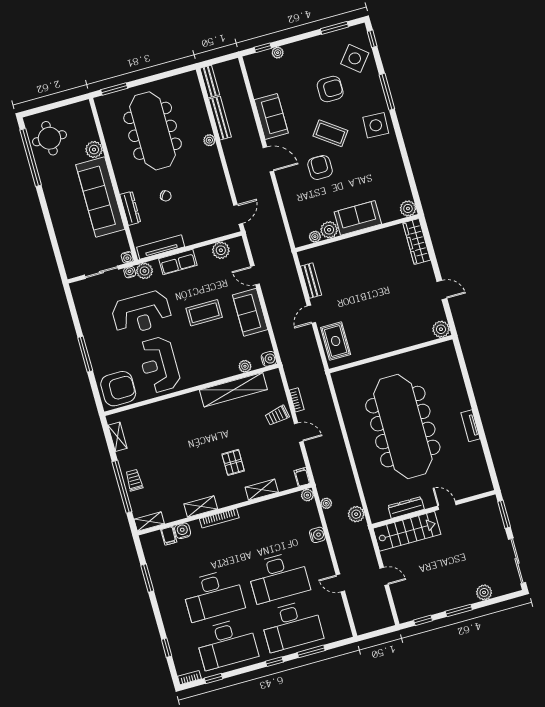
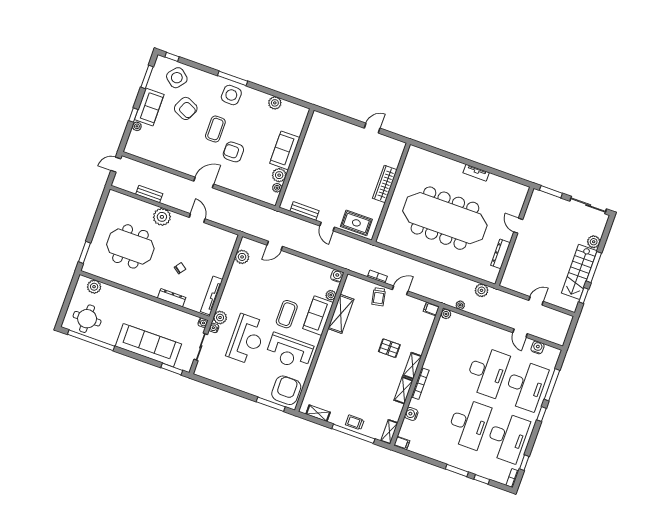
window: (263, 48) -> (133, 115), moved
door: (224, 58) -> (116, 165), added
bench: (210, 82) -> (124, 185), removed
armchair: (330, 89) -> (186, 108), turned 115
window: (387, 92) -> (233, 78), moved
sofa: (271, 116) -> (149, 107), moved, turned 90
bench: (220, 118) -> (149, 194), width x0.73
meeting table: (153, 131) -> (130, 246), width x0.73
coffee table: (330, 133) -> (215, 129), turned -36
plant: (209, 140) -> (162, 217), width x1.88, depth x1.88
plant: (94, 150) -> (94, 287), moved
sofa: (100, 197) -> (148, 345), moved, turned 180
plant: (408, 208) -> (275, 103), moved
door: (238, 214) -> (197, 218), moved
wardrobe: (417, 241) -> (385, 184), moved, turned 90
window: (59, 259) -> (172, 369), added
row of seats: (178, 262) -> (230, 291), removed
sofa: (250, 312) -> (318, 316), moved, turned 90
coffee table: (204, 313) -> (287, 314), moved
plant: (441, 329) -> (398, 147), removed
window: (85, 354) -> (271, 404), moved
shelving: (233, 390) -> (341, 314), width x0.68
shelving: (262, 490) -> (412, 366), moved
door: (447, 505) -> (518, 226), hinge flipped
stairs: (407, 531) -> (579, 272), moved, turned 180
water cooler: (317, 535) -> (538, 347), moved
filing cabinet: (169, 536) -> (402, 443), moved
window: (147, 578) -> (457, 471), moved
door: (340, 583) -> (520, 333), hinge flipped
window: (459, 610) -> (594, 267), width x1.44
window: (311, 651) -> (552, 385), width x1.44

